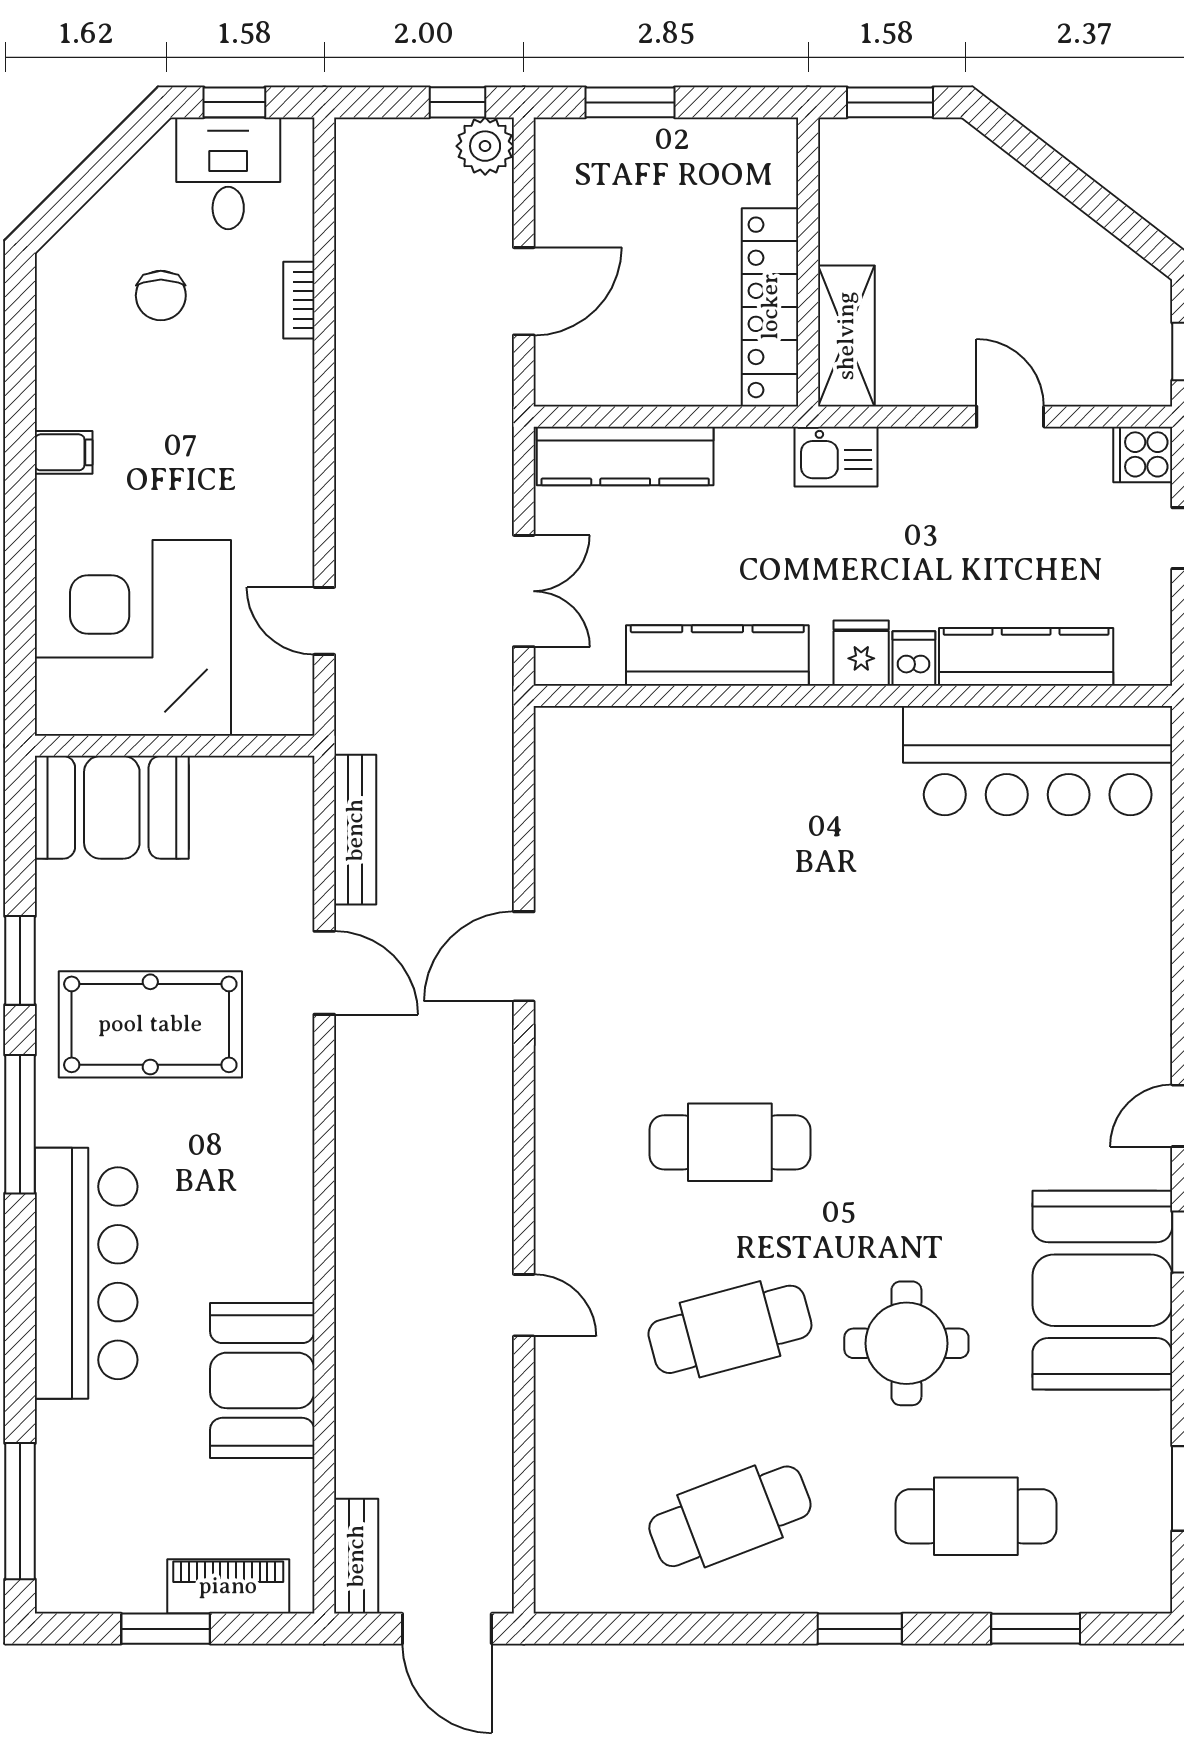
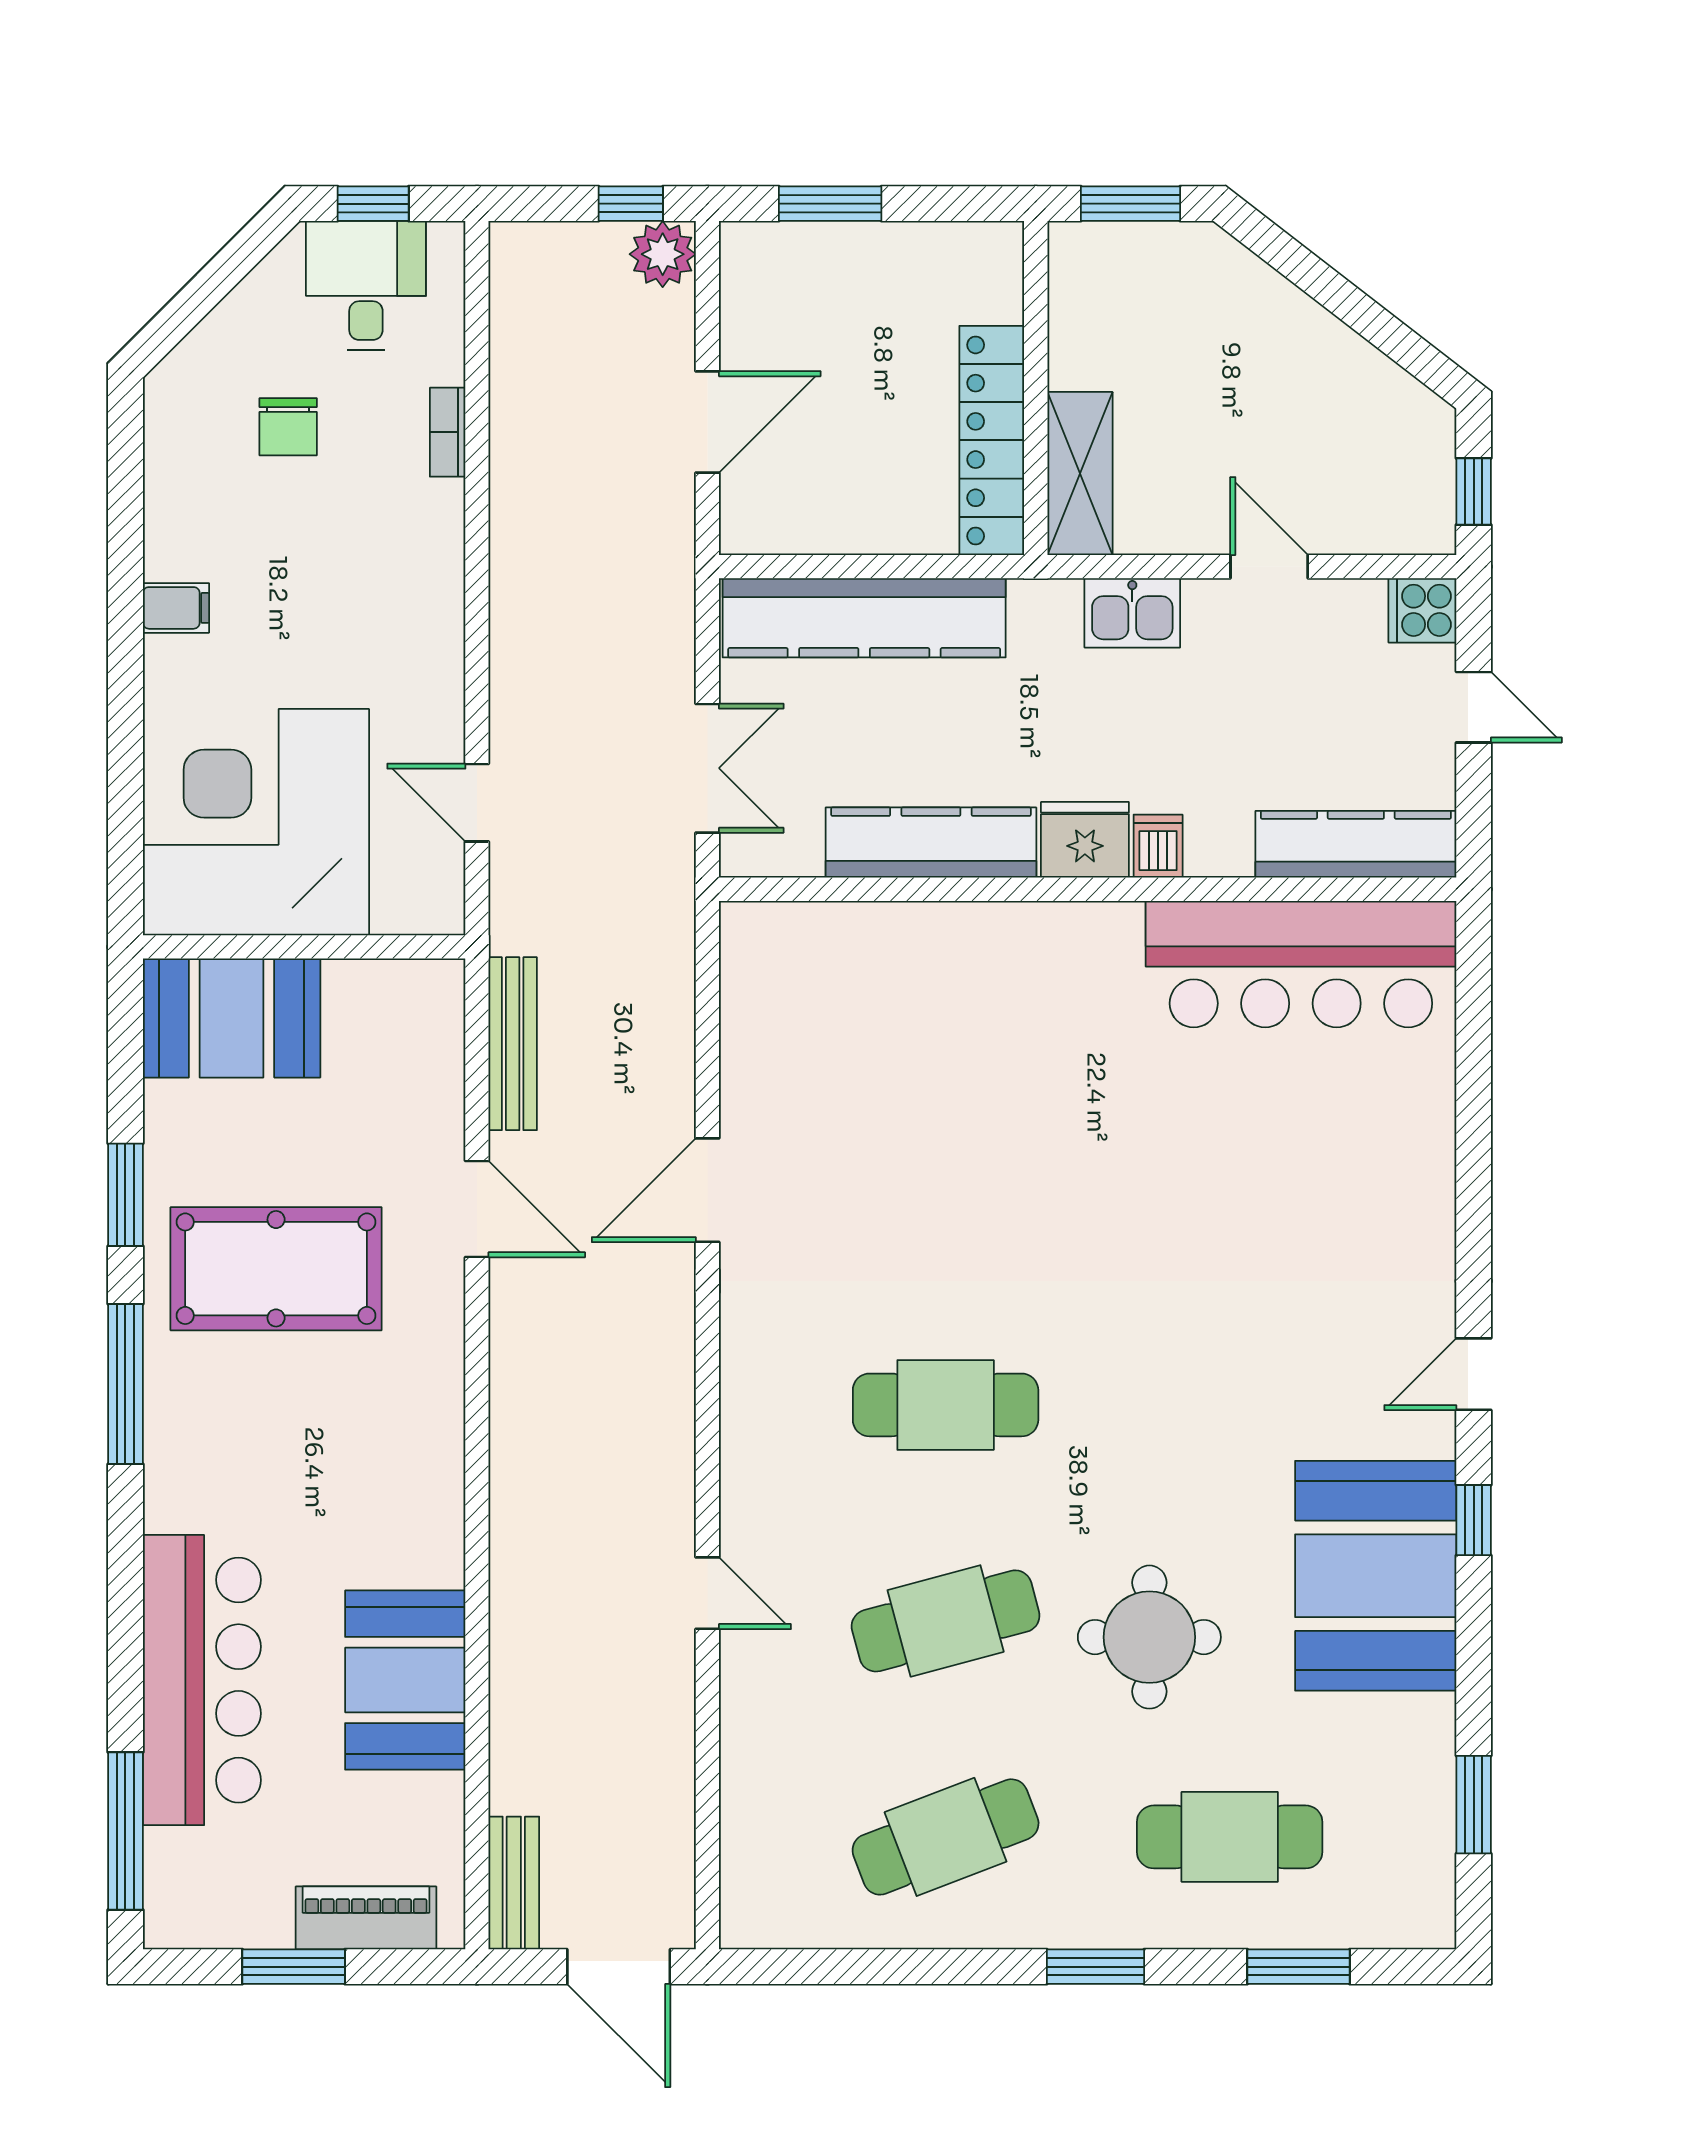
kitchen counter: (625, 456) -> (864, 618), width x1.39, depth x1.17
kitchen sink: (836, 457) -> (1132, 613), moved
fridge: (861, 653) -> (1085, 840), width x1.38
kitchen counter: (1026, 657) -> (1356, 844), moved
bar counter: (86, 1273) -> (202, 1680), moved

